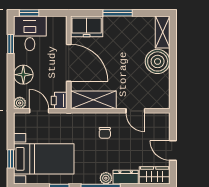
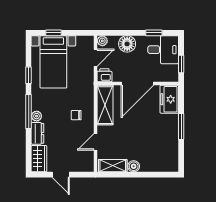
window: (29, 13) -> (181, 64), moved
shelving: (163, 32) -> (113, 166), moved
boiler: (158, 61) -> (134, 166), width x0.54, depth x0.54
door: (173, 150) -> (61, 175), swing flipped

